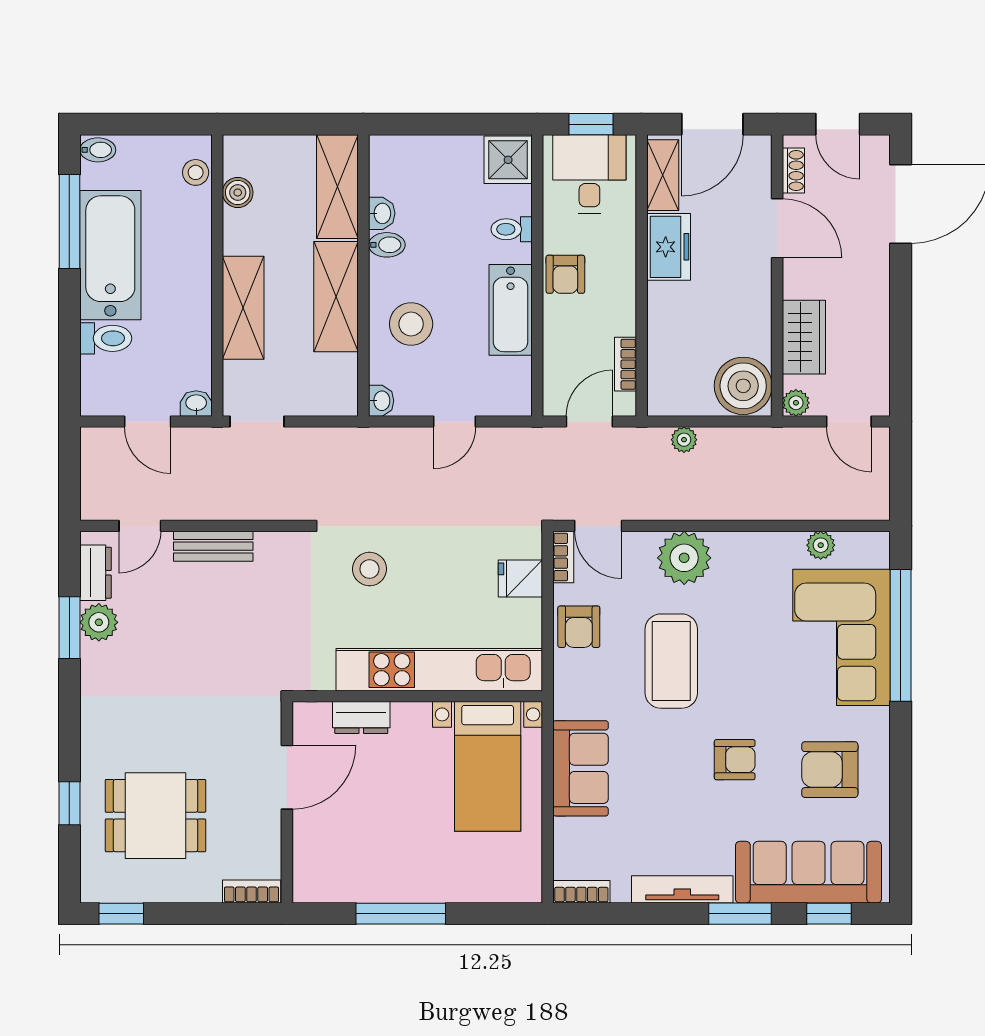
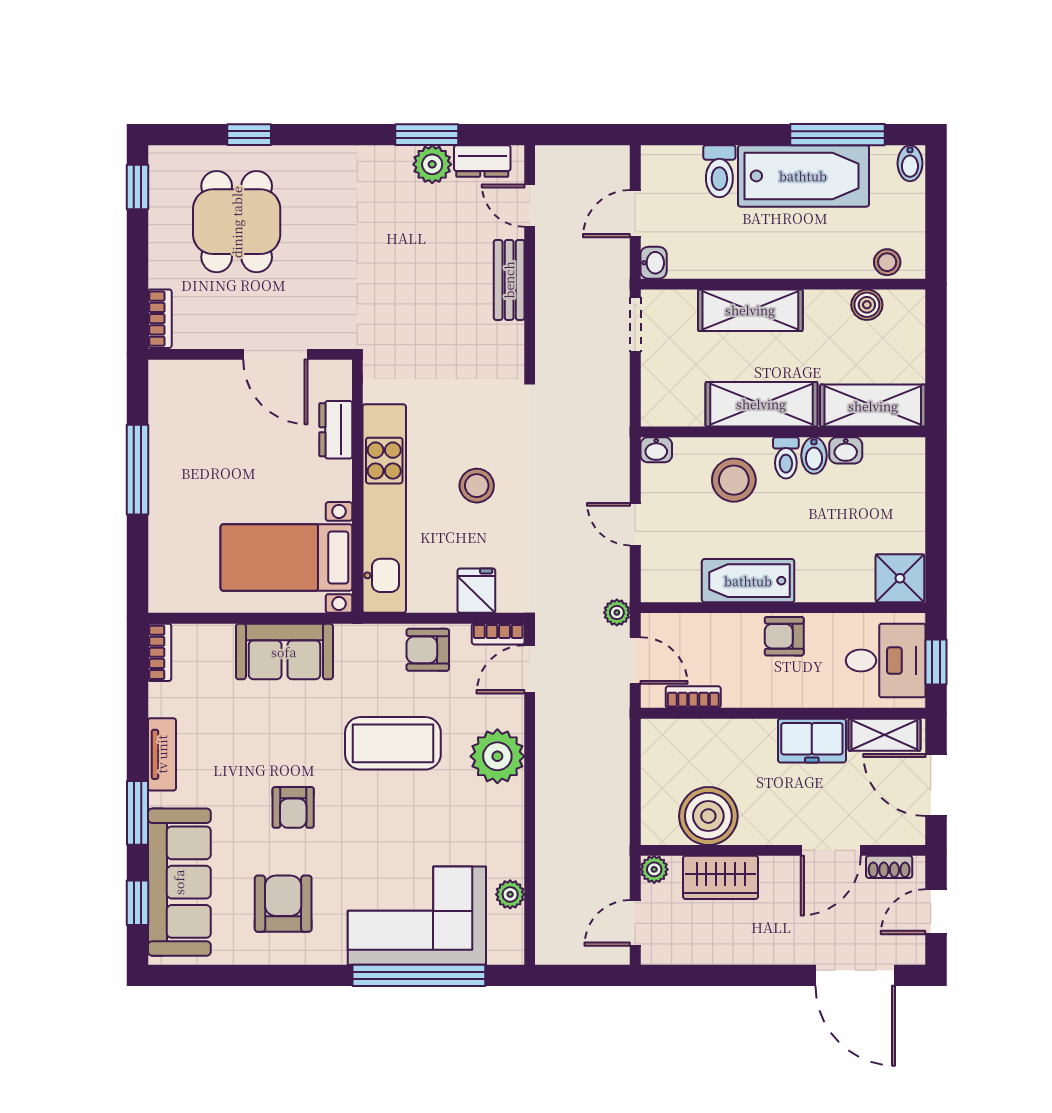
toilet: (512, 229) -> (786, 458), moved, turned 180
boiler: (743, 386) -> (708, 816), moved
plant: (684, 440) -> (617, 613), moved
stool: (369, 569) -> (477, 486), moved
tv unit: (682, 889) -> (162, 754), width x0.71

